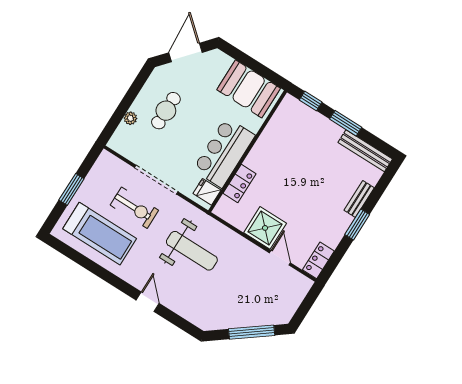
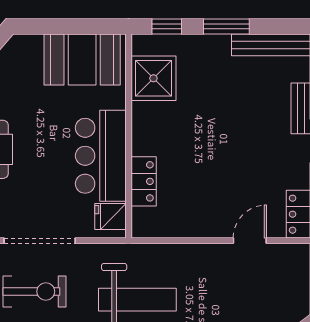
shower: (265, 228) -> (153, 78), moved
door: (280, 258) -> (250, 241), hinge flipped

